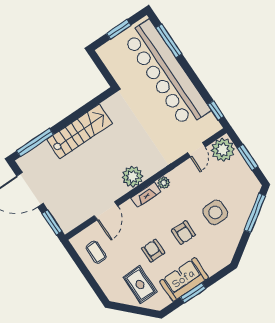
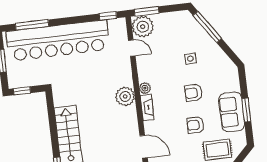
window: (99, 64) -> (22, 91), added
window: (248, 157) -> (147, 11), moved
plant: (132, 177) -> (125, 96), moved
side table: (215, 212) -> (190, 59), width x0.54, depth x0.54
armchair: (183, 233) -> (193, 93), turned 180

